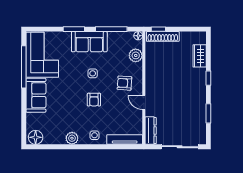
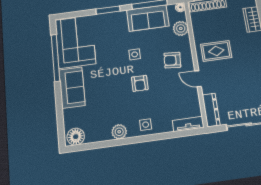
sofa: (89, 42) -> (148, 18), moved
rug: (163, 80) -> (216, 51), added
tv unit: (125, 140) -> (188, 124), width x0.71

